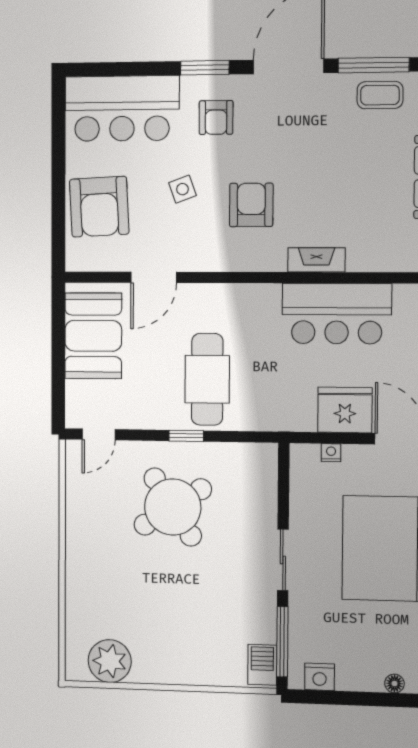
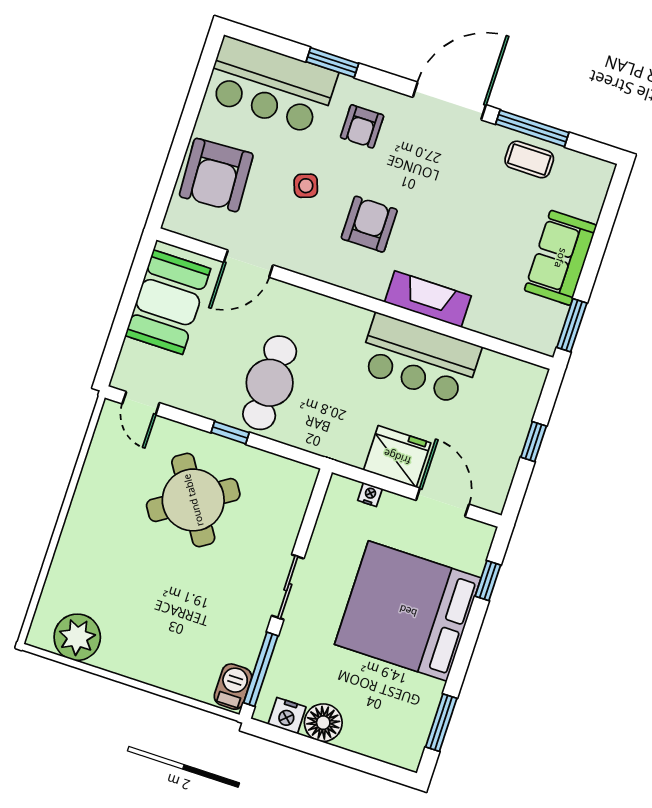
window: (205, 68) -> (332, 63), moved
fireplace: (316, 260) -> (428, 299), width x1.37, depth x1.32
door: (99, 434) -> (141, 403), hinge flipped
floor lamp: (394, 684) -> (323, 723), moved, width x1.89, depth x1.89

